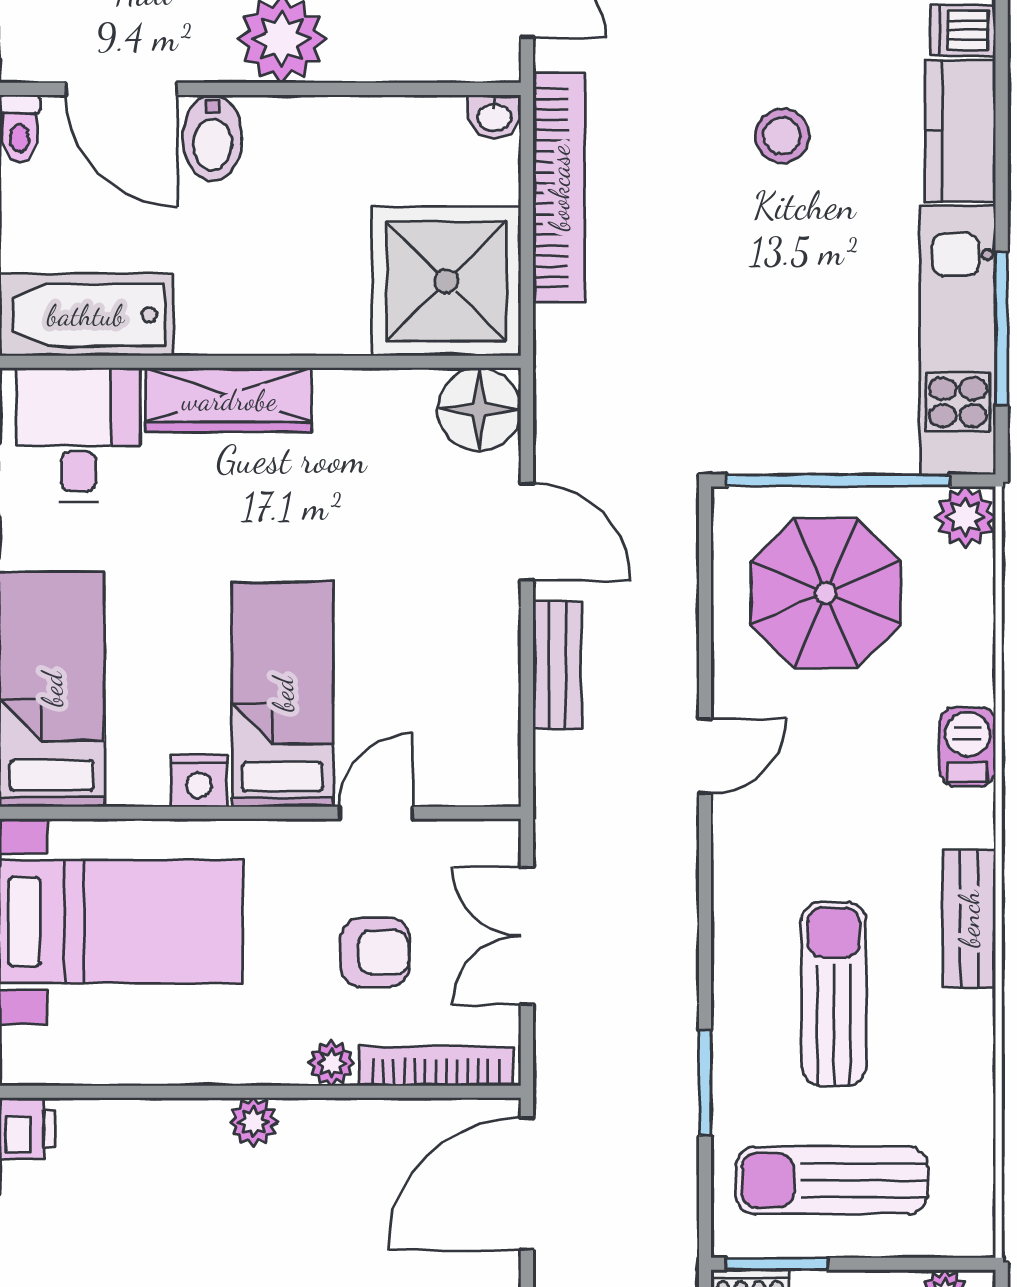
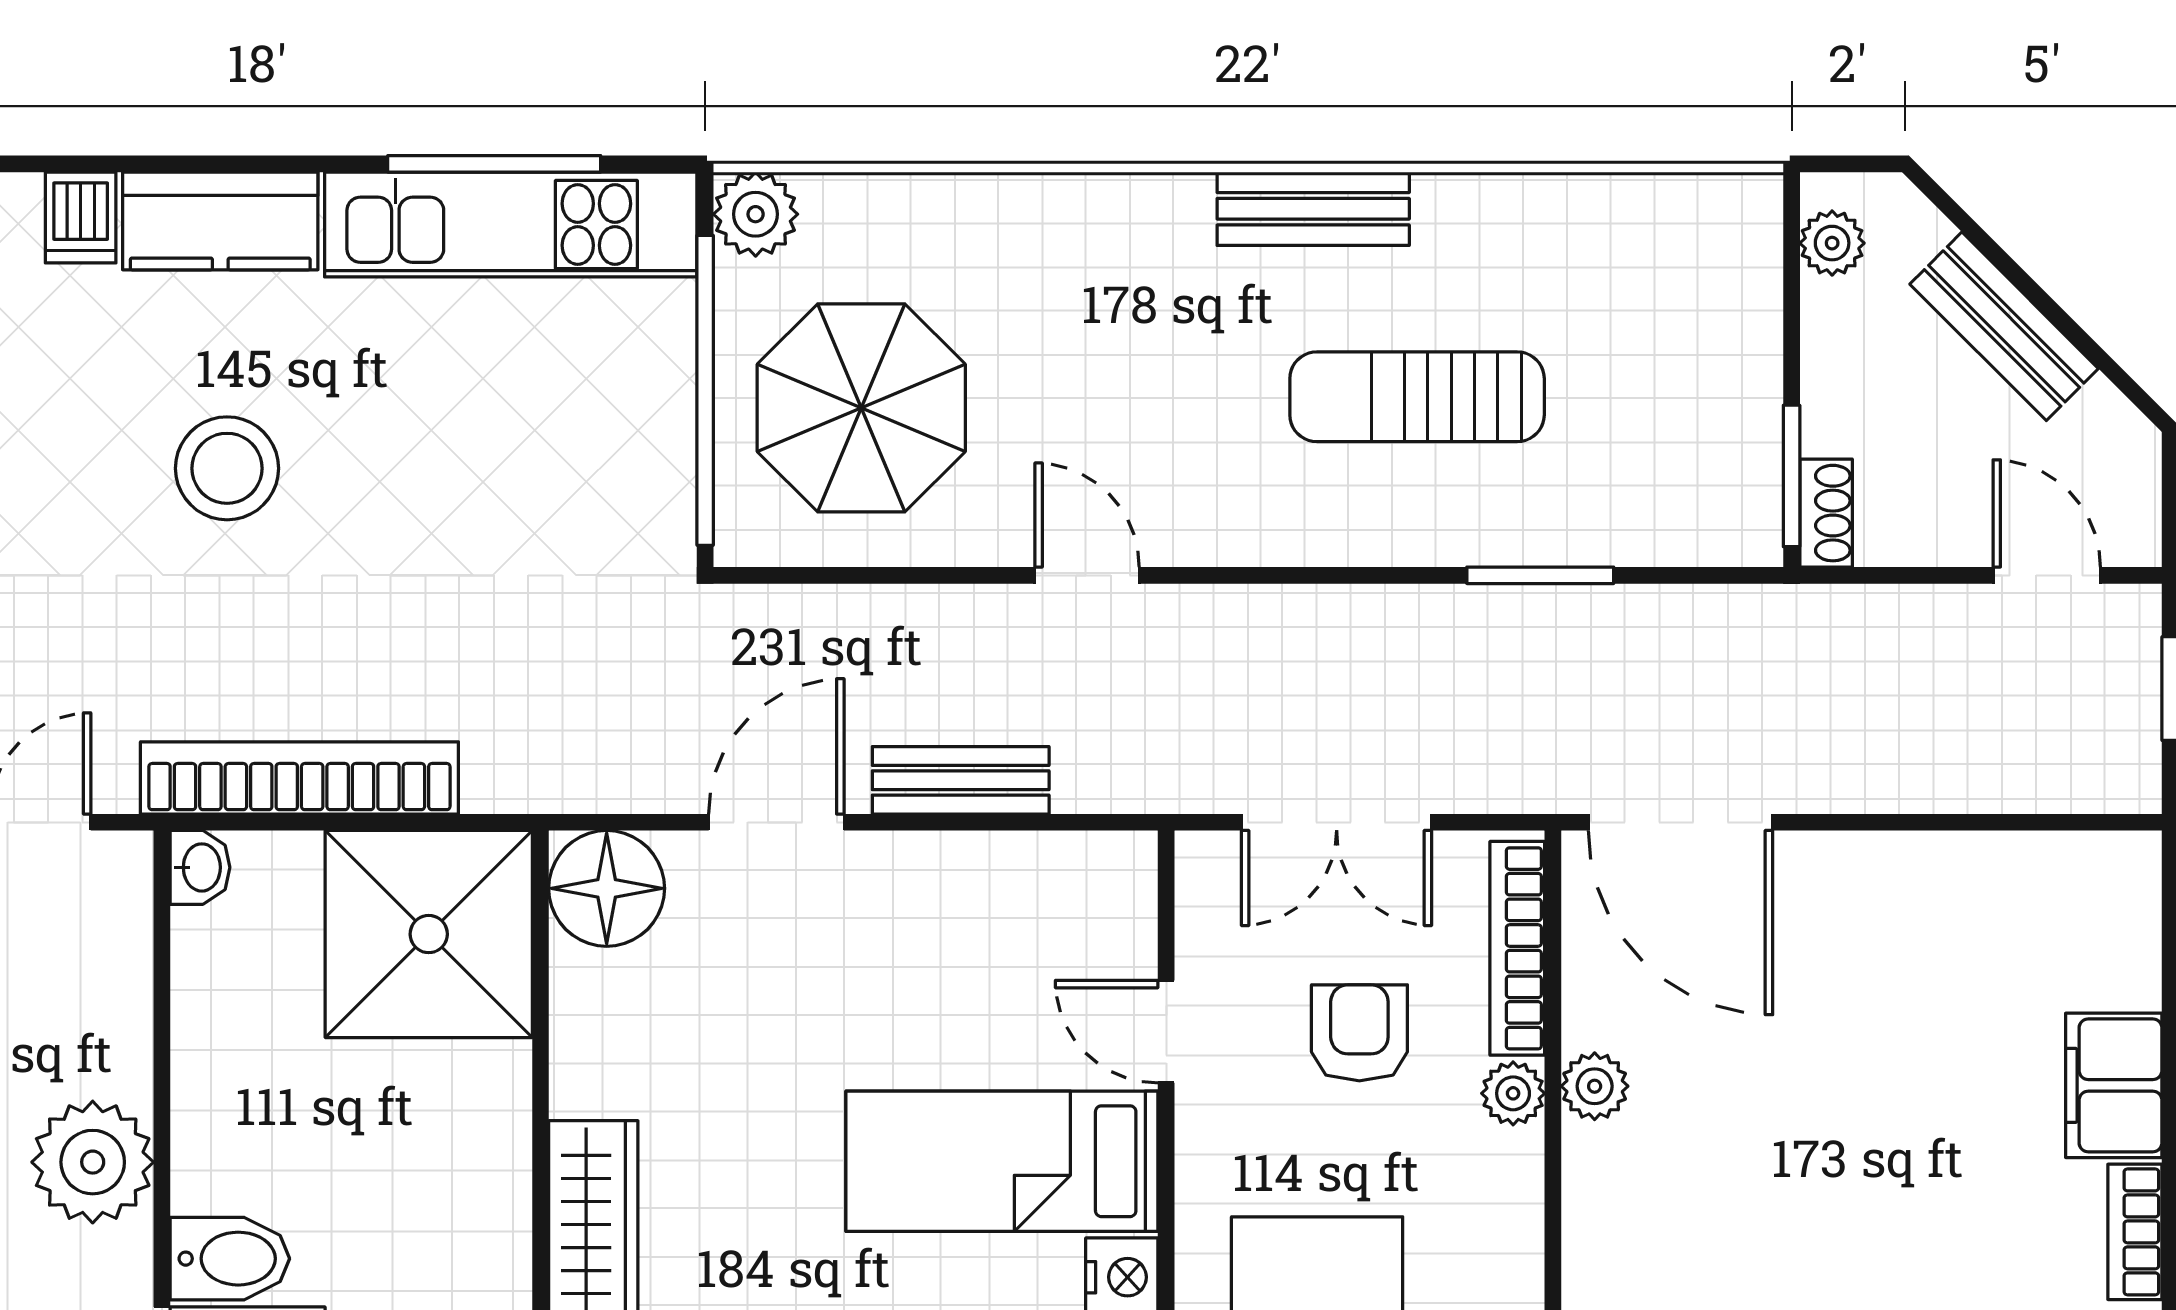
stool: (782, 136) -> (227, 468), width x1.38, depth x1.38
barbecue: (968, 747) -> (1074, 211), removed
plant: (254, 1122) -> (1595, 1086), moved
sun lounger: (832, 1180) -> (1676, 399), removed

